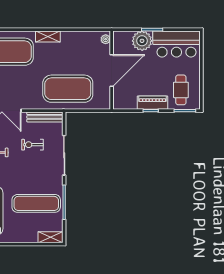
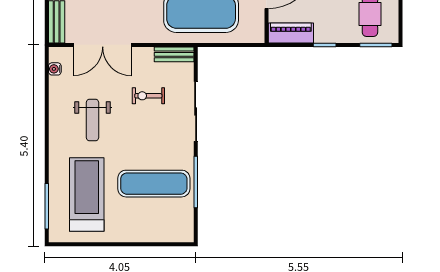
piano: (152, 103) -> (291, 33), moved
bench: (45, 117) -> (174, 54), width x0.73
shelving: (51, 237) -> (175, 234), removed

